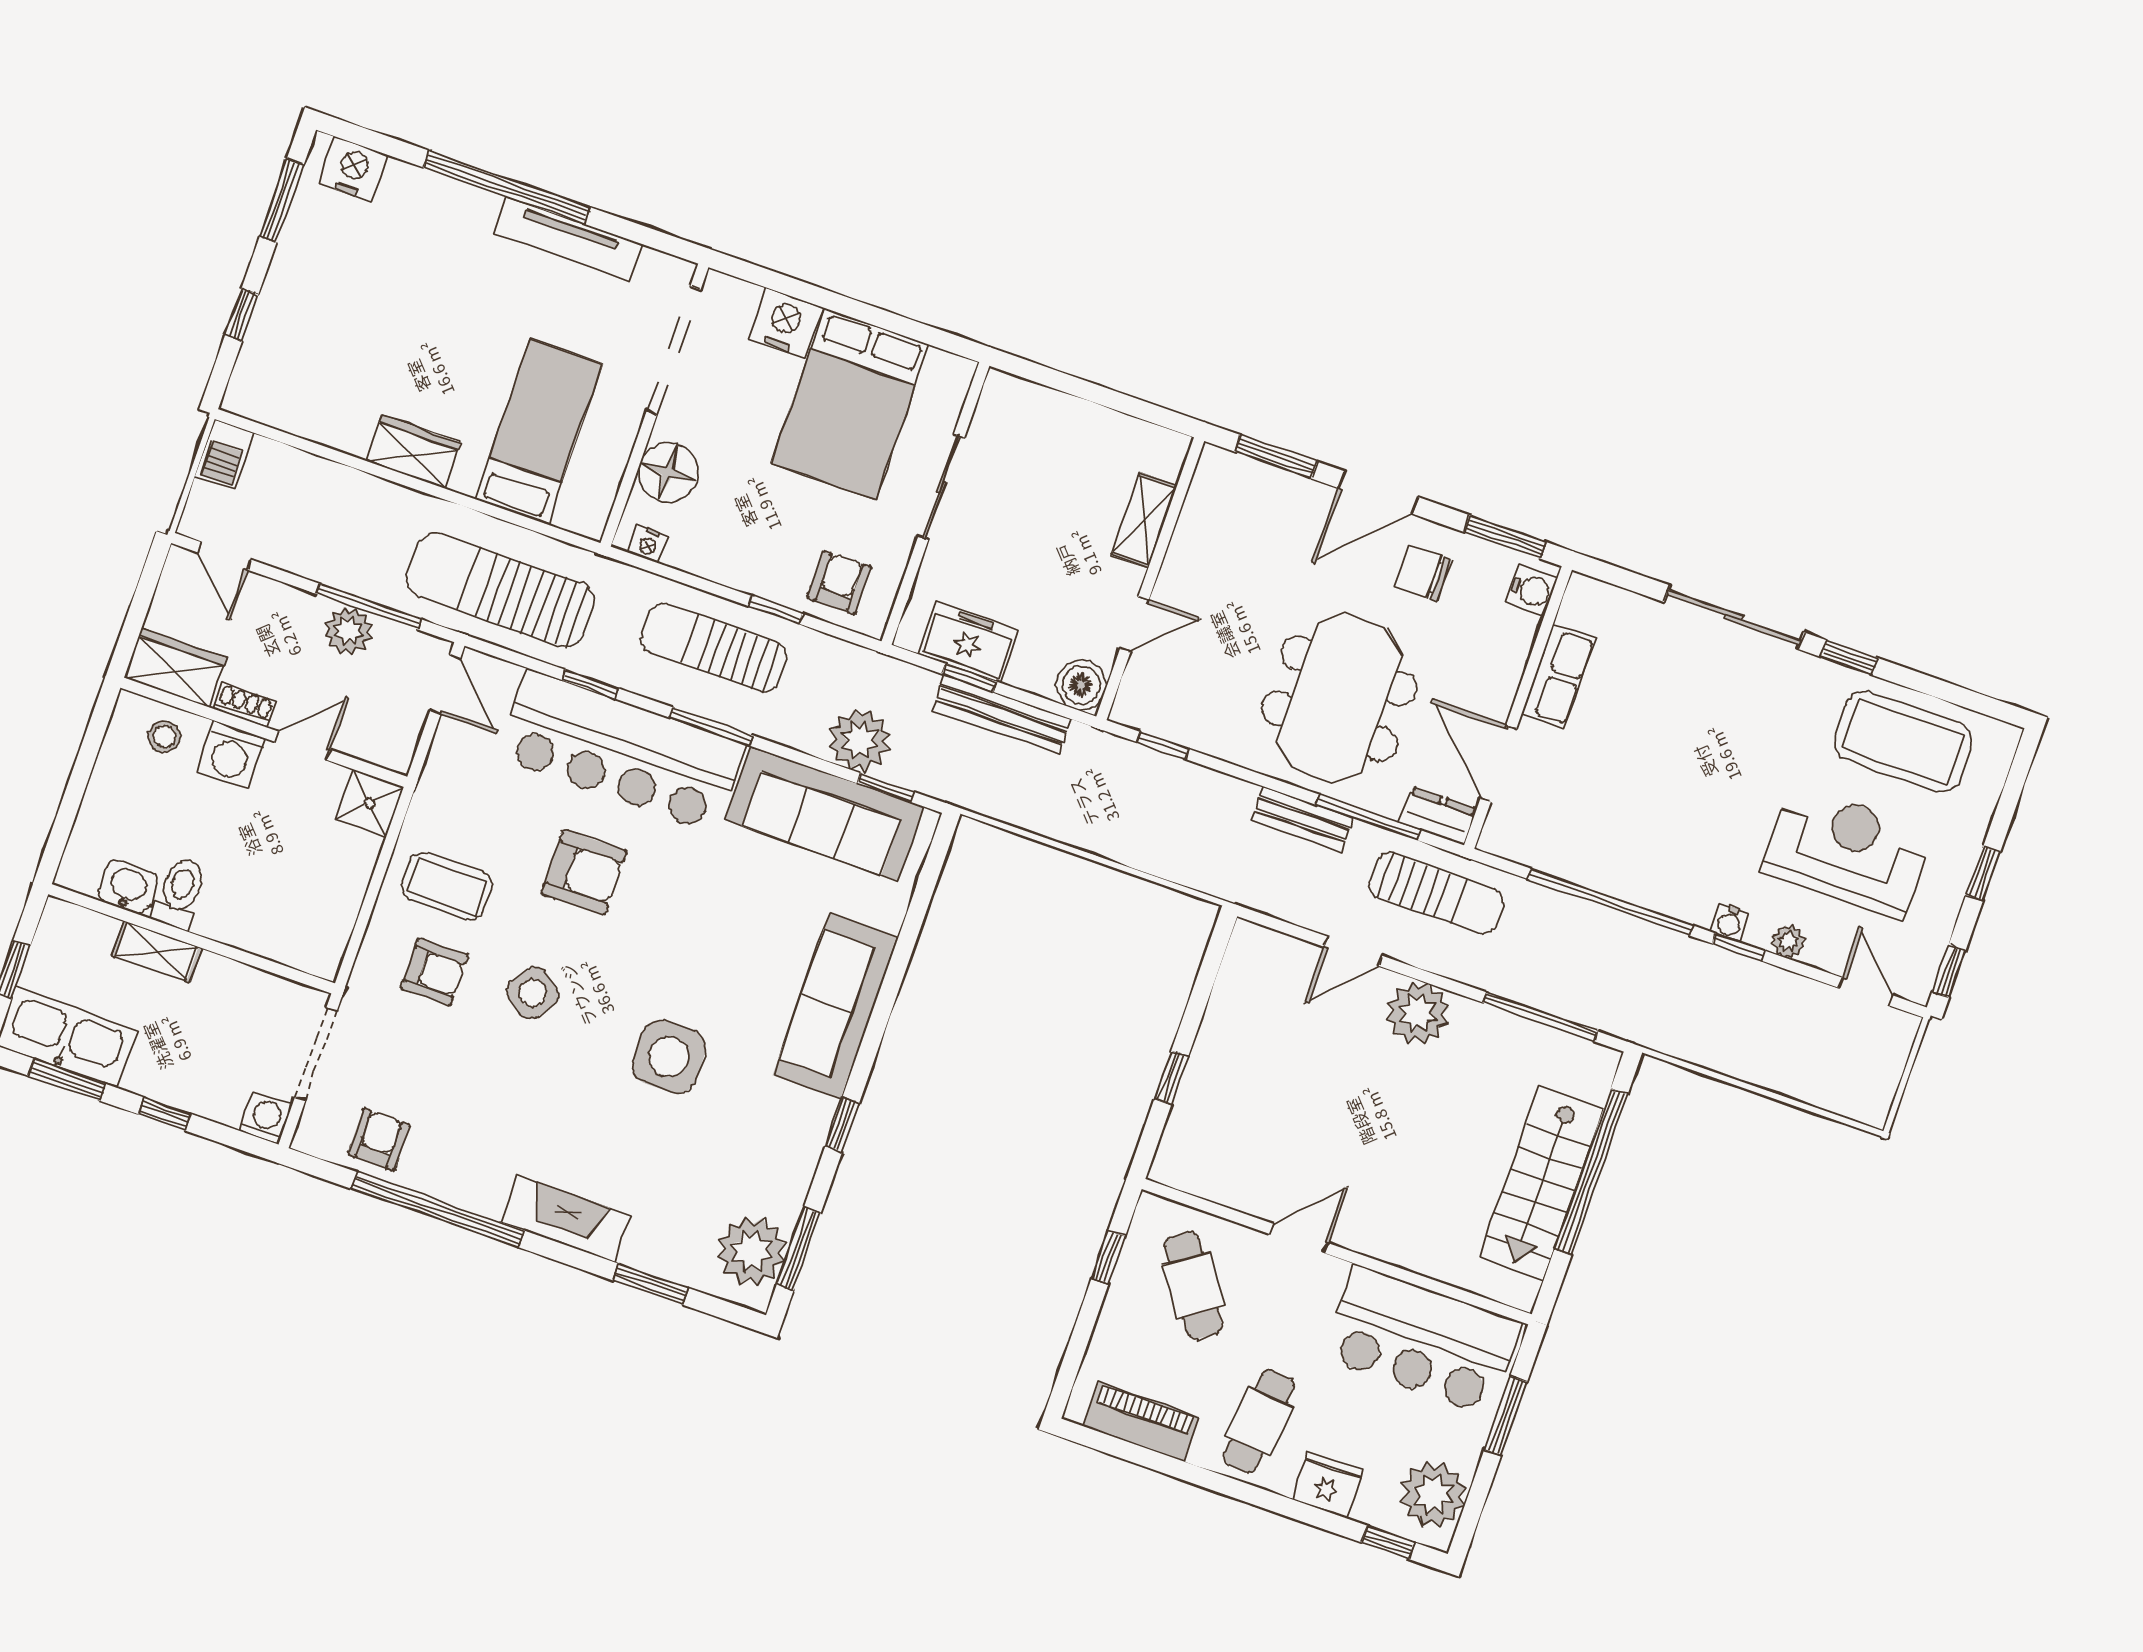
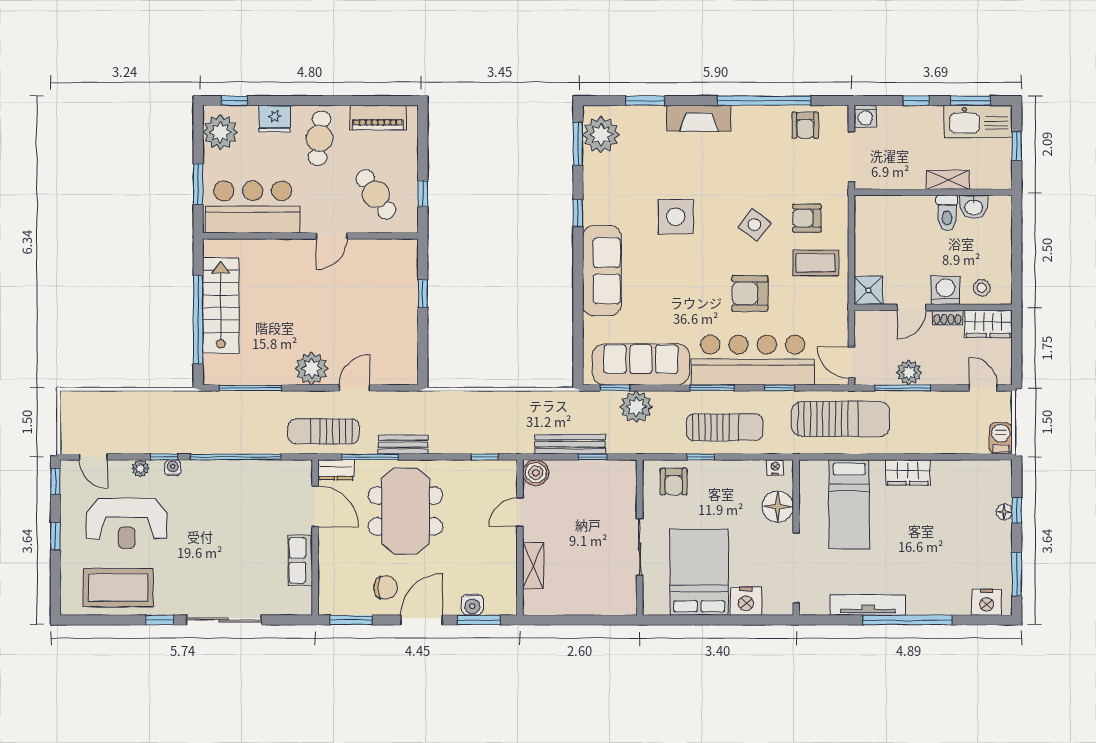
floor lamp: (265, 320) -> (1004, 512), added
water cooler: (1532, 590) -> (472, 605), moved, turned -90
freezer: (969, 642) -> (599, 475), removed

